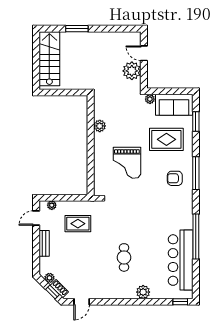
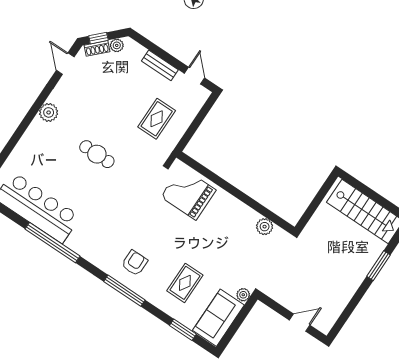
plant: (132, 71) -> (289, 296), removed
plant: (100, 126) -> (265, 227), moved
rug: (166, 139) -> (185, 283), width x0.73, depth x0.70
grand piano: (127, 163) -> (188, 193), moved
plant: (52, 205) -> (197, 103), removed
cafe table: (124, 257) -> (97, 154), moved
plant: (143, 292) -> (49, 112), moved

